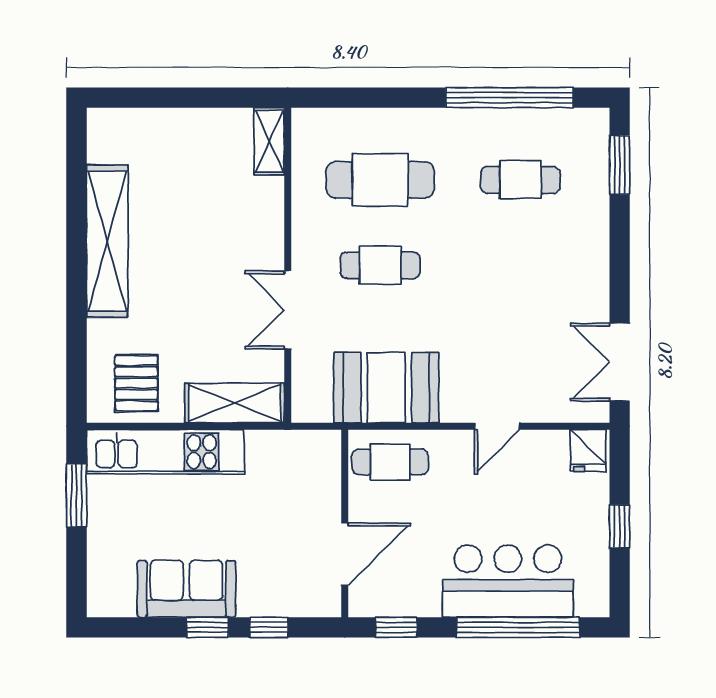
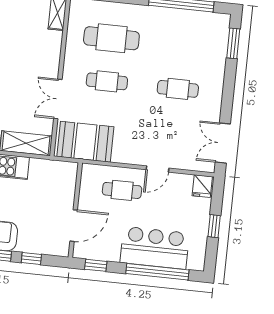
cafe table: (520, 180) -> (178, 89), moved
booth: (386, 388) -> (85, 142), moved
cafe table: (390, 462) -> (122, 190), moved

